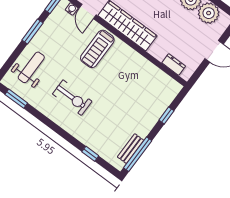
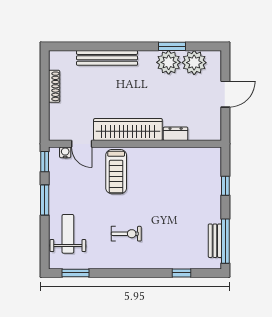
dresser: (174, 64) -> (176, 134), moved
exercise bike: (72, 98) -> (126, 234), width x0.73, depth x0.72

